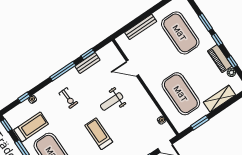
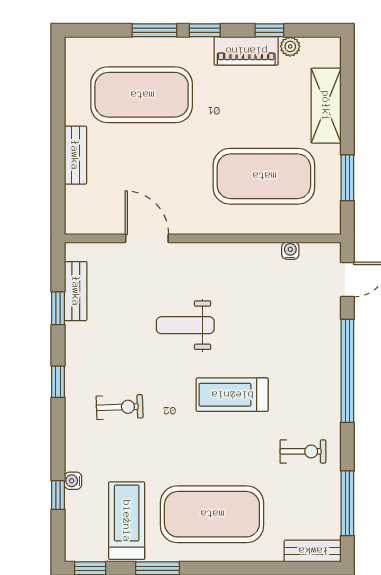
bench: (141, 27) -> (75, 155), width x0.73
bench: (88, 63) -> (76, 291), moved
door: (132, 68) -> (147, 238), swing flipped
window: (63, 71) -> (58, 382), width x0.46
weight bench: (112, 101) -> (185, 325), turned 90

